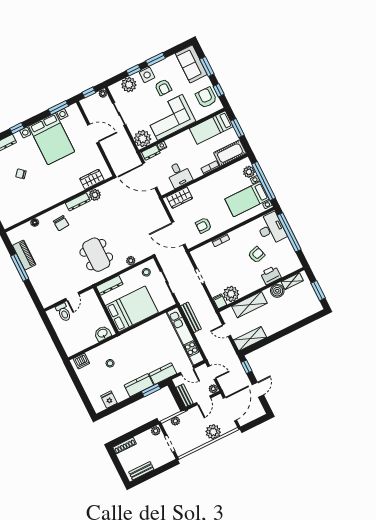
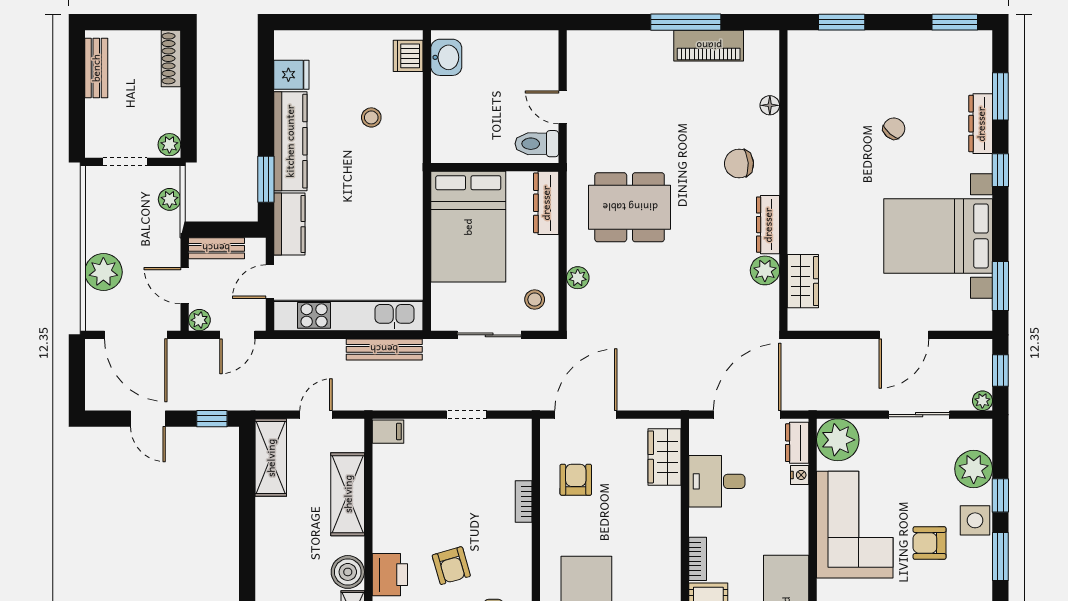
plant: (231, 294) -> (392, 465), removed
toilet: (64, 312) -> (537, 144), moved
washbasin: (103, 333) -> (446, 57), moved
kitchen counter: (139, 385) -> (290, 141), width x1.50

